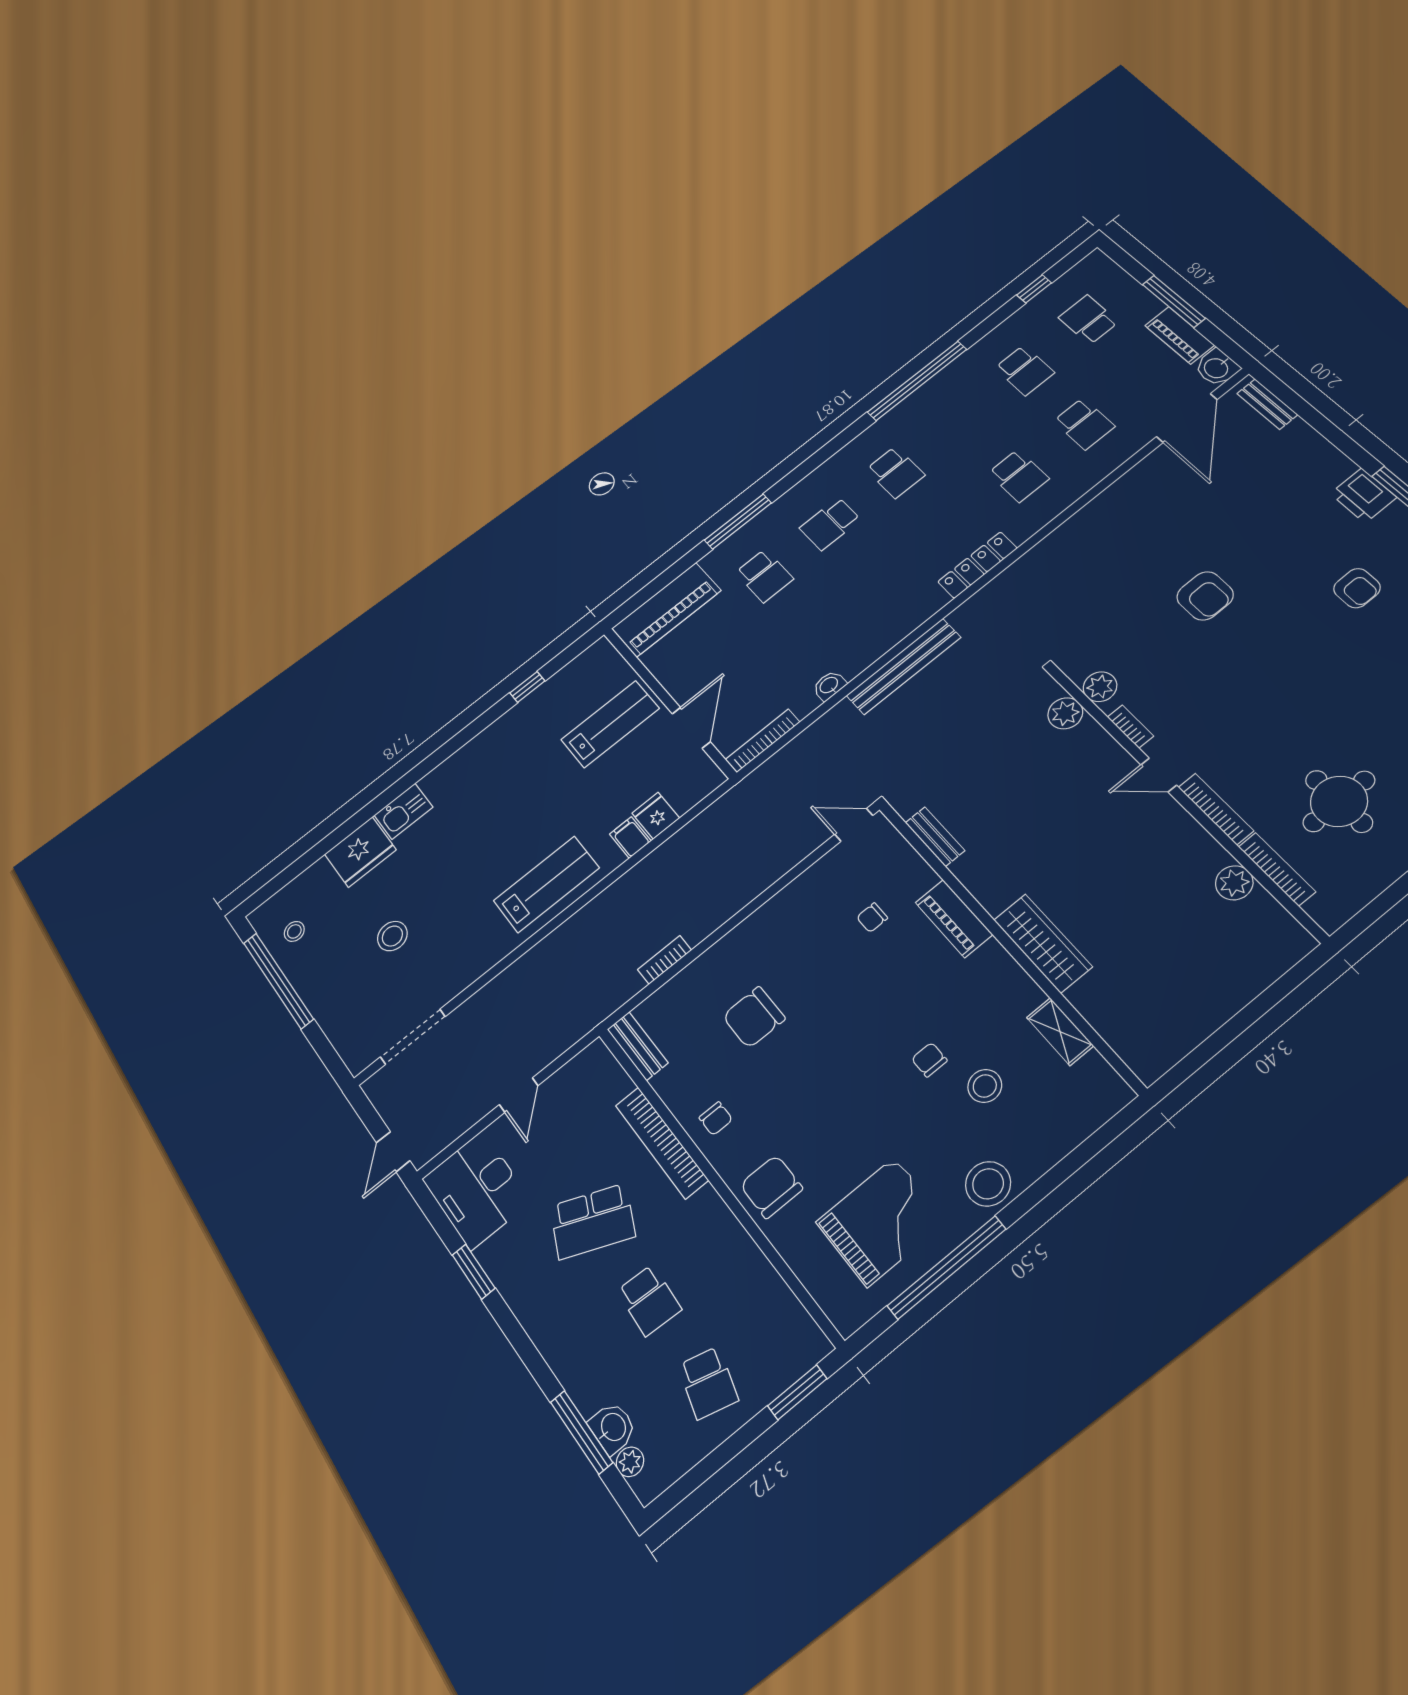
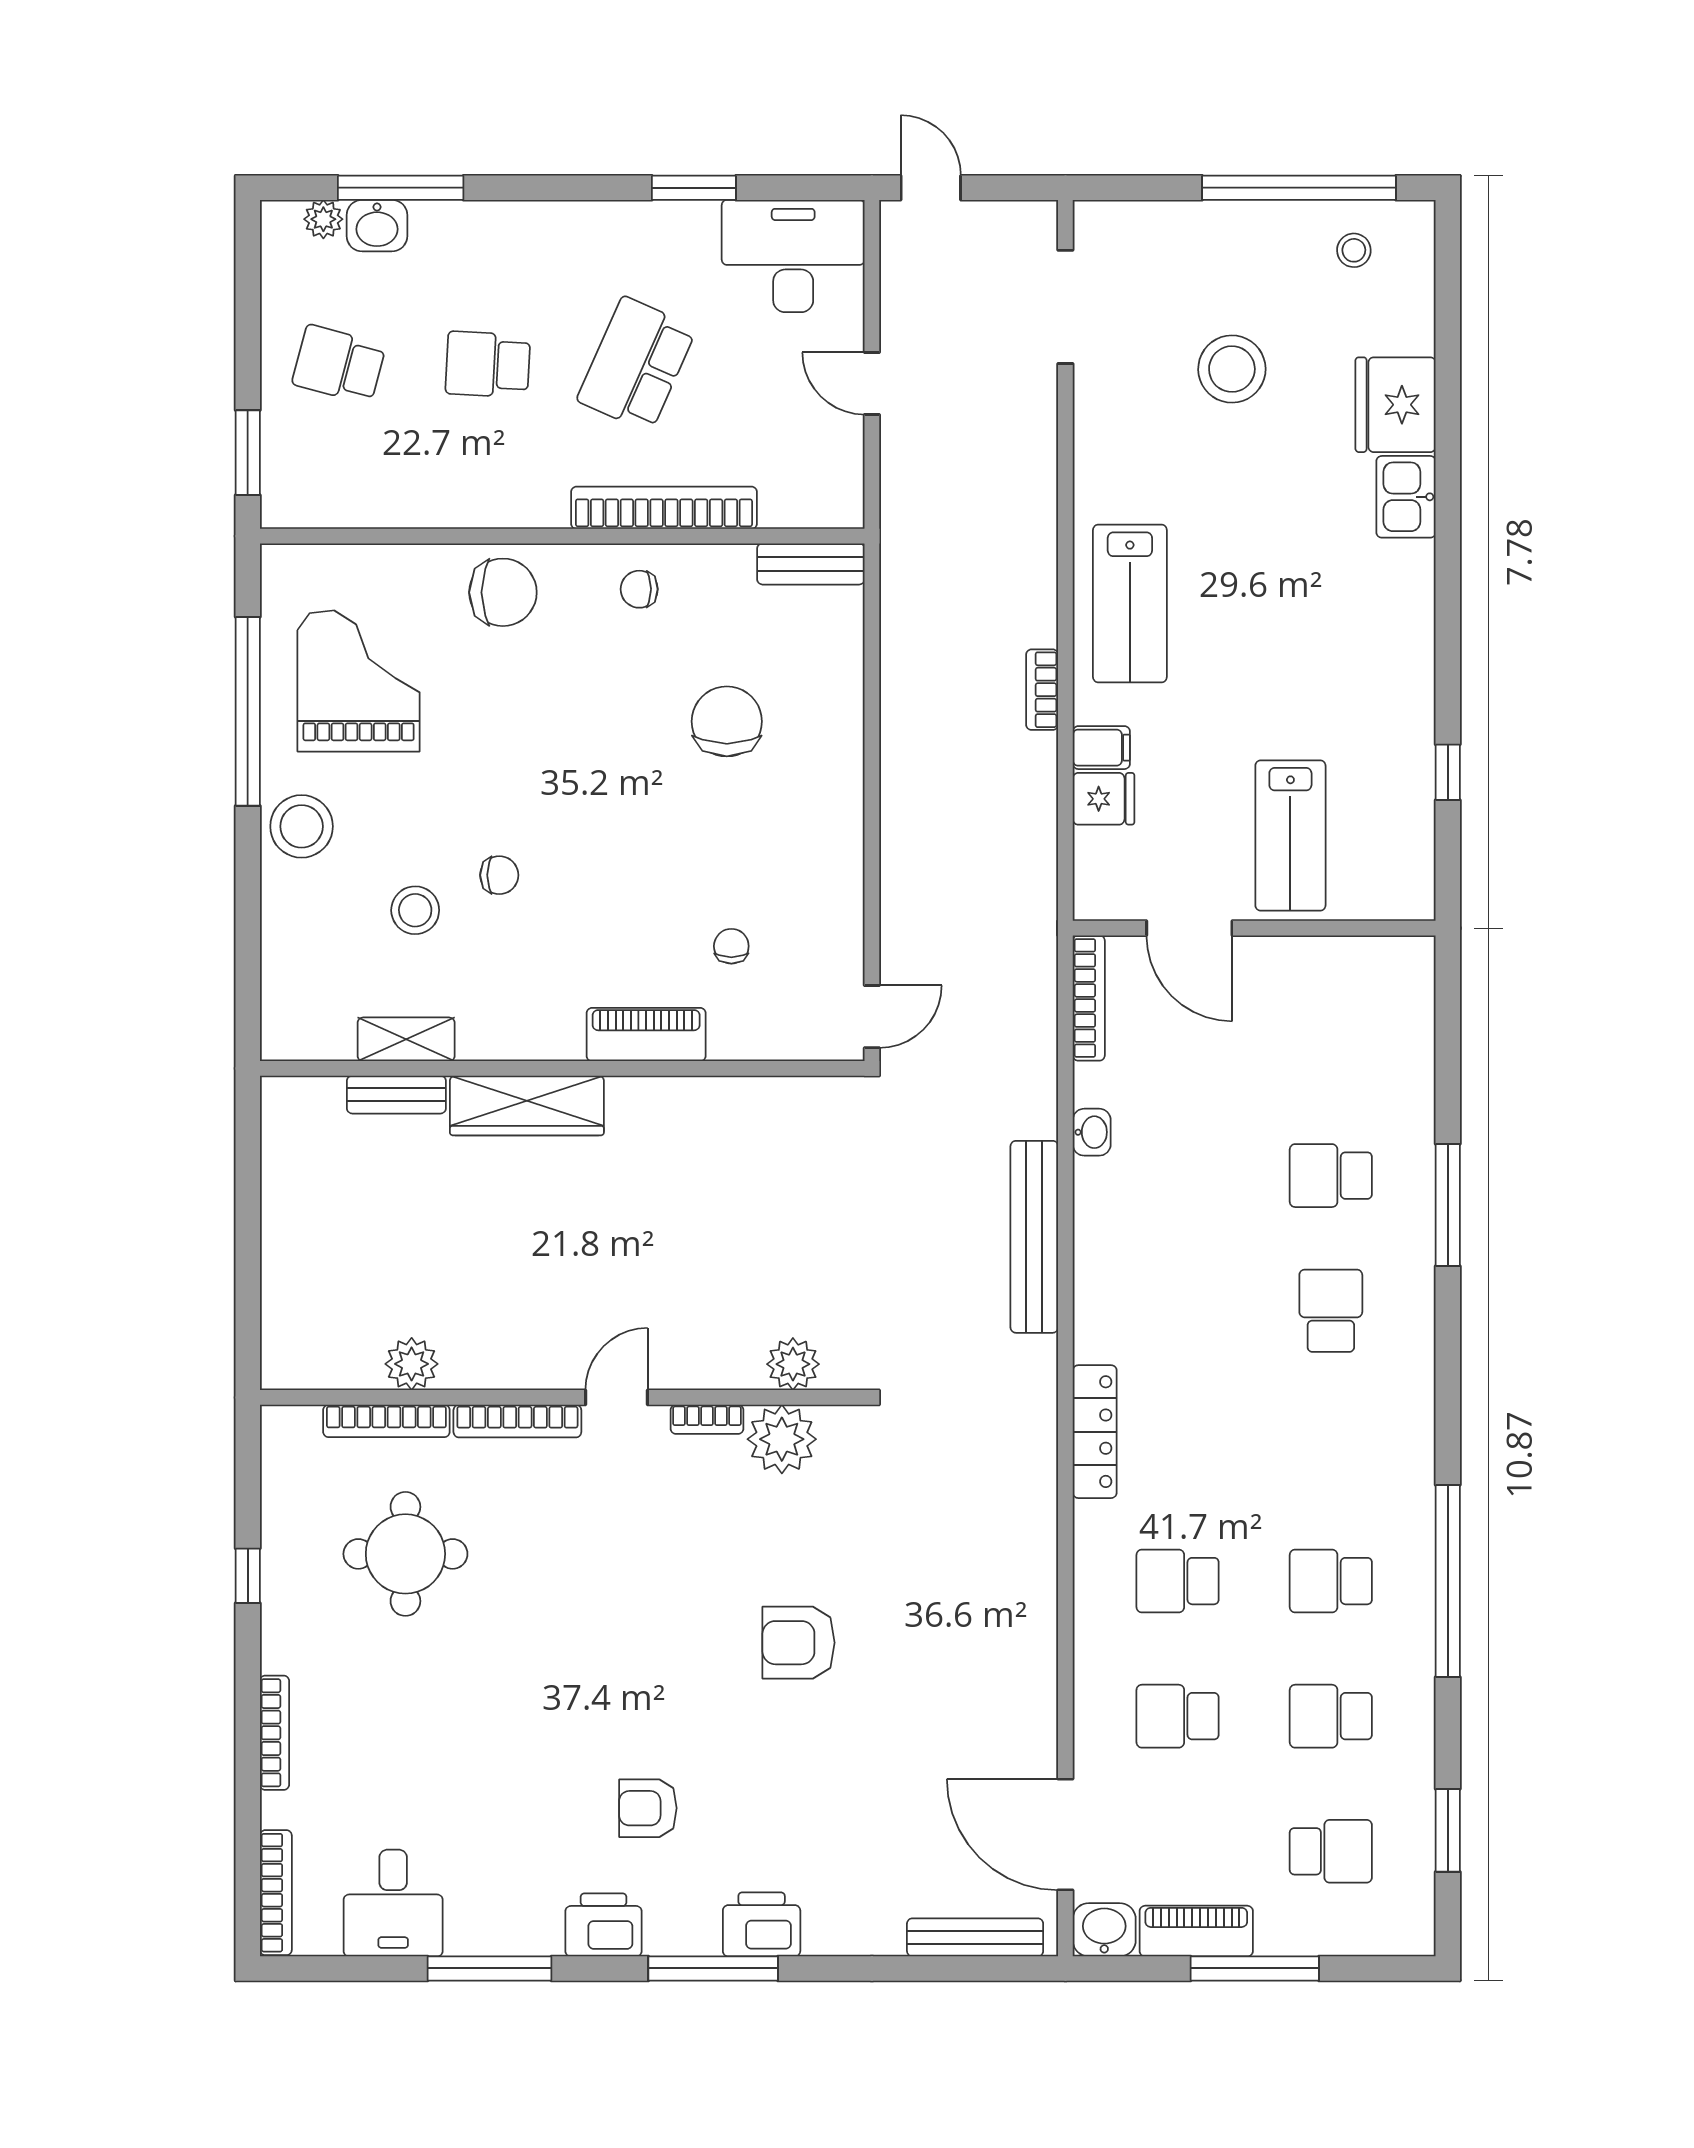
window: (1034, 289) -> (1448, 1830), width x1.50
bench: (1267, 404) -> (975, 1937), width x1.36
school desk: (895, 472) -> (1331, 1581), moved
piano: (666, 610) -> (1398, 1022), removed
plant: (1100, 687) -> (782, 1439), width x1.36, depth x1.36
bench: (935, 837) -> (396, 1095), moved
stool: (392, 936) -> (1232, 369), width x1.38, depth x1.38
bookcase: (665, 960) -> (1042, 690), moved, turned 180
grand piano: (881, 1222) -> (359, 681), turned 180

